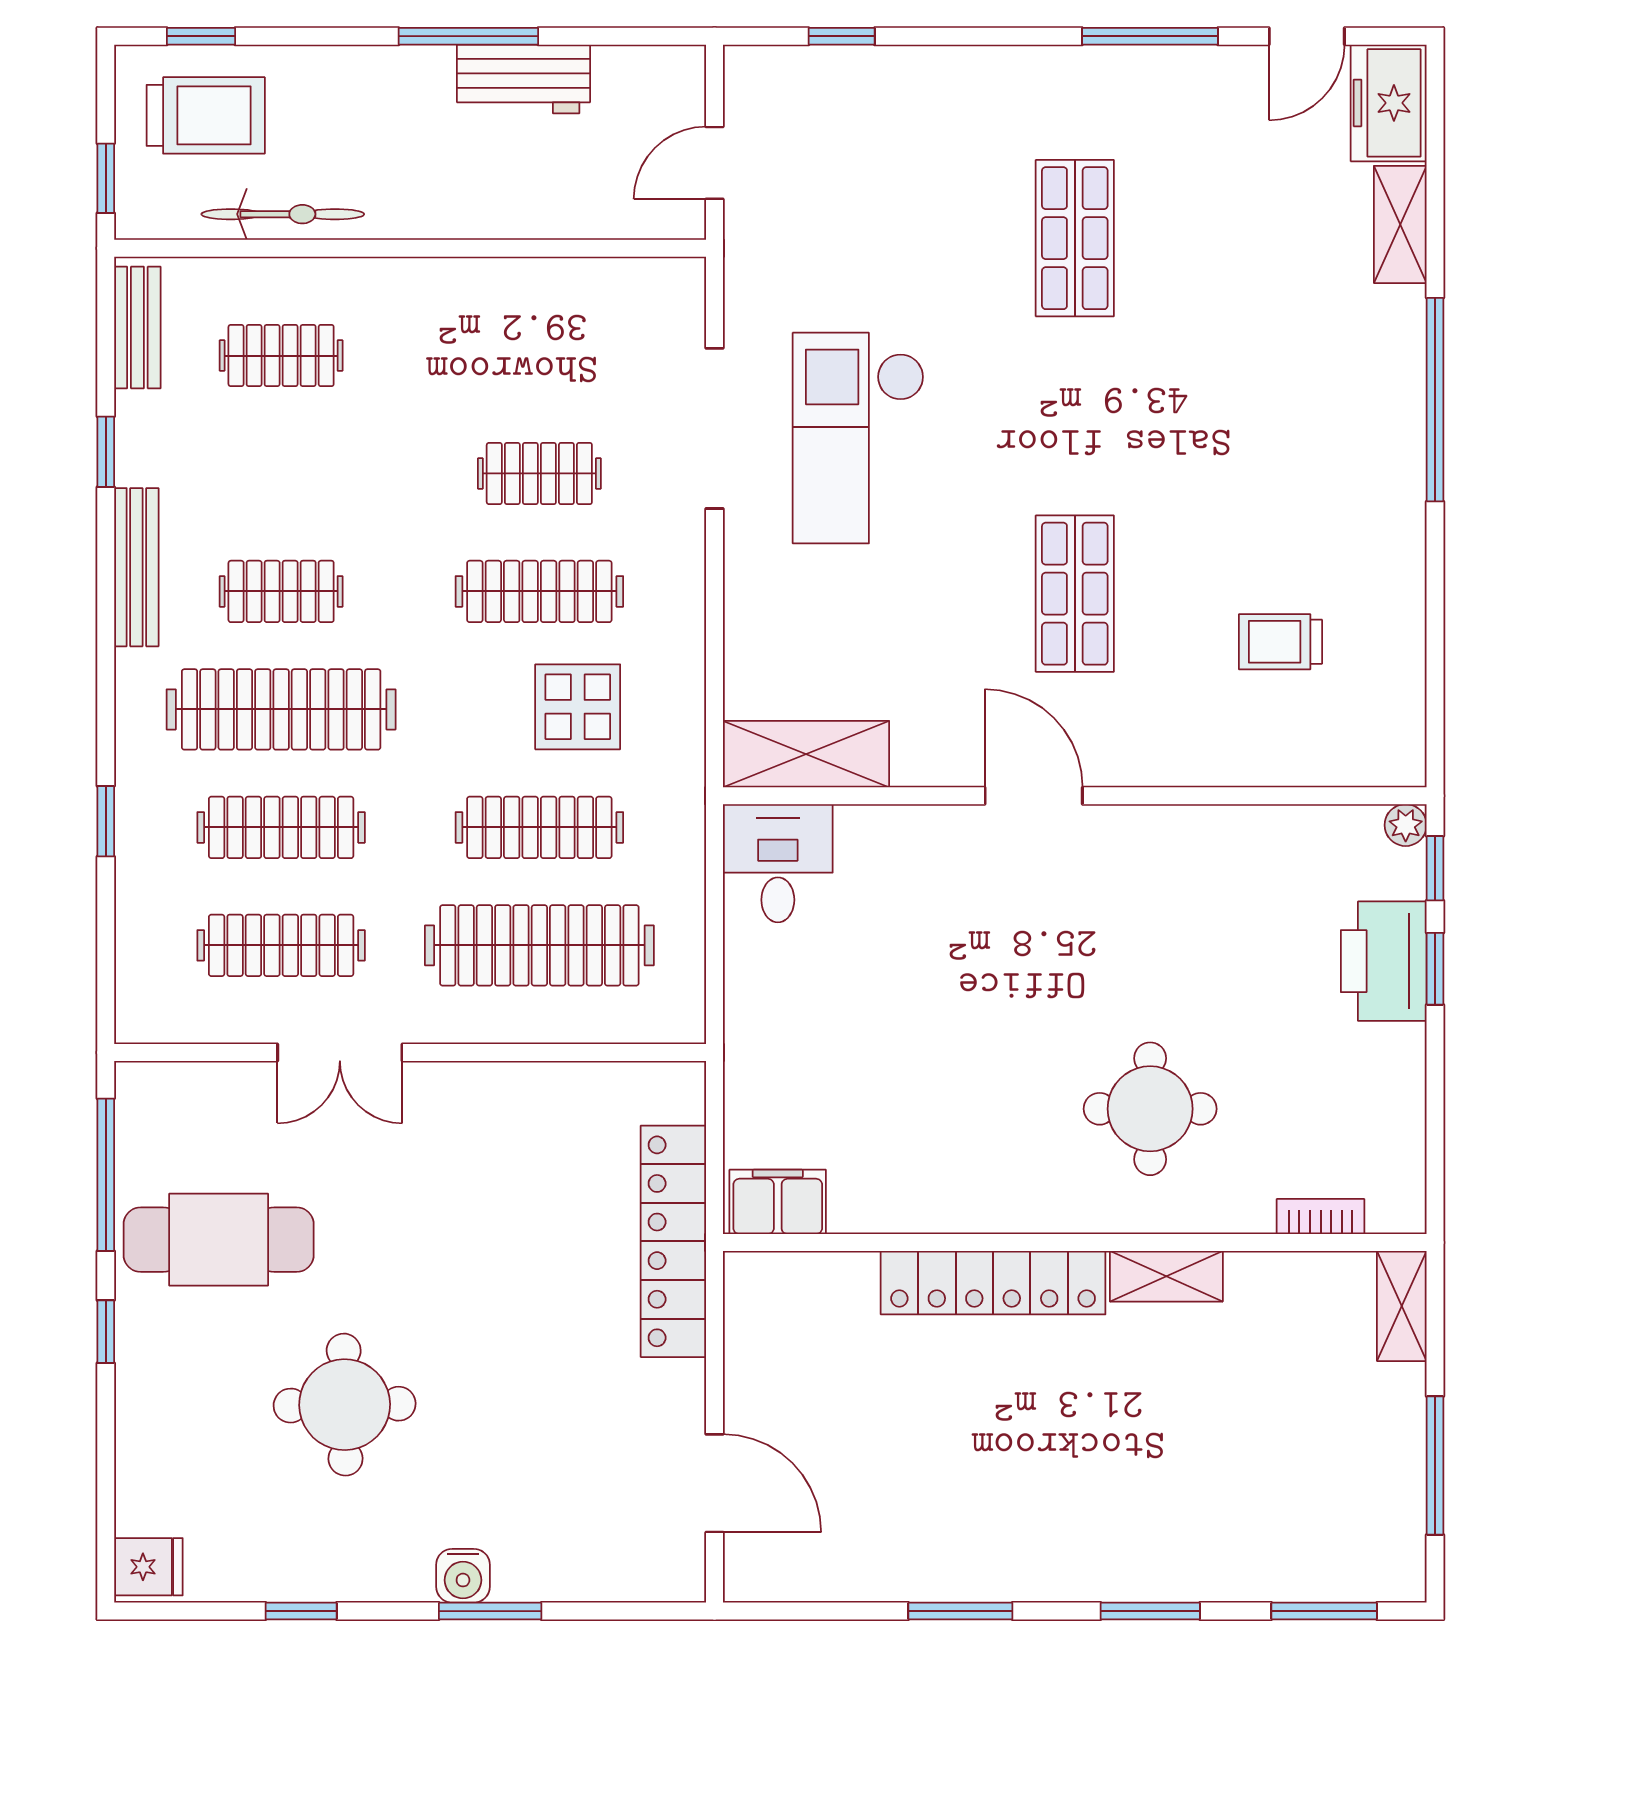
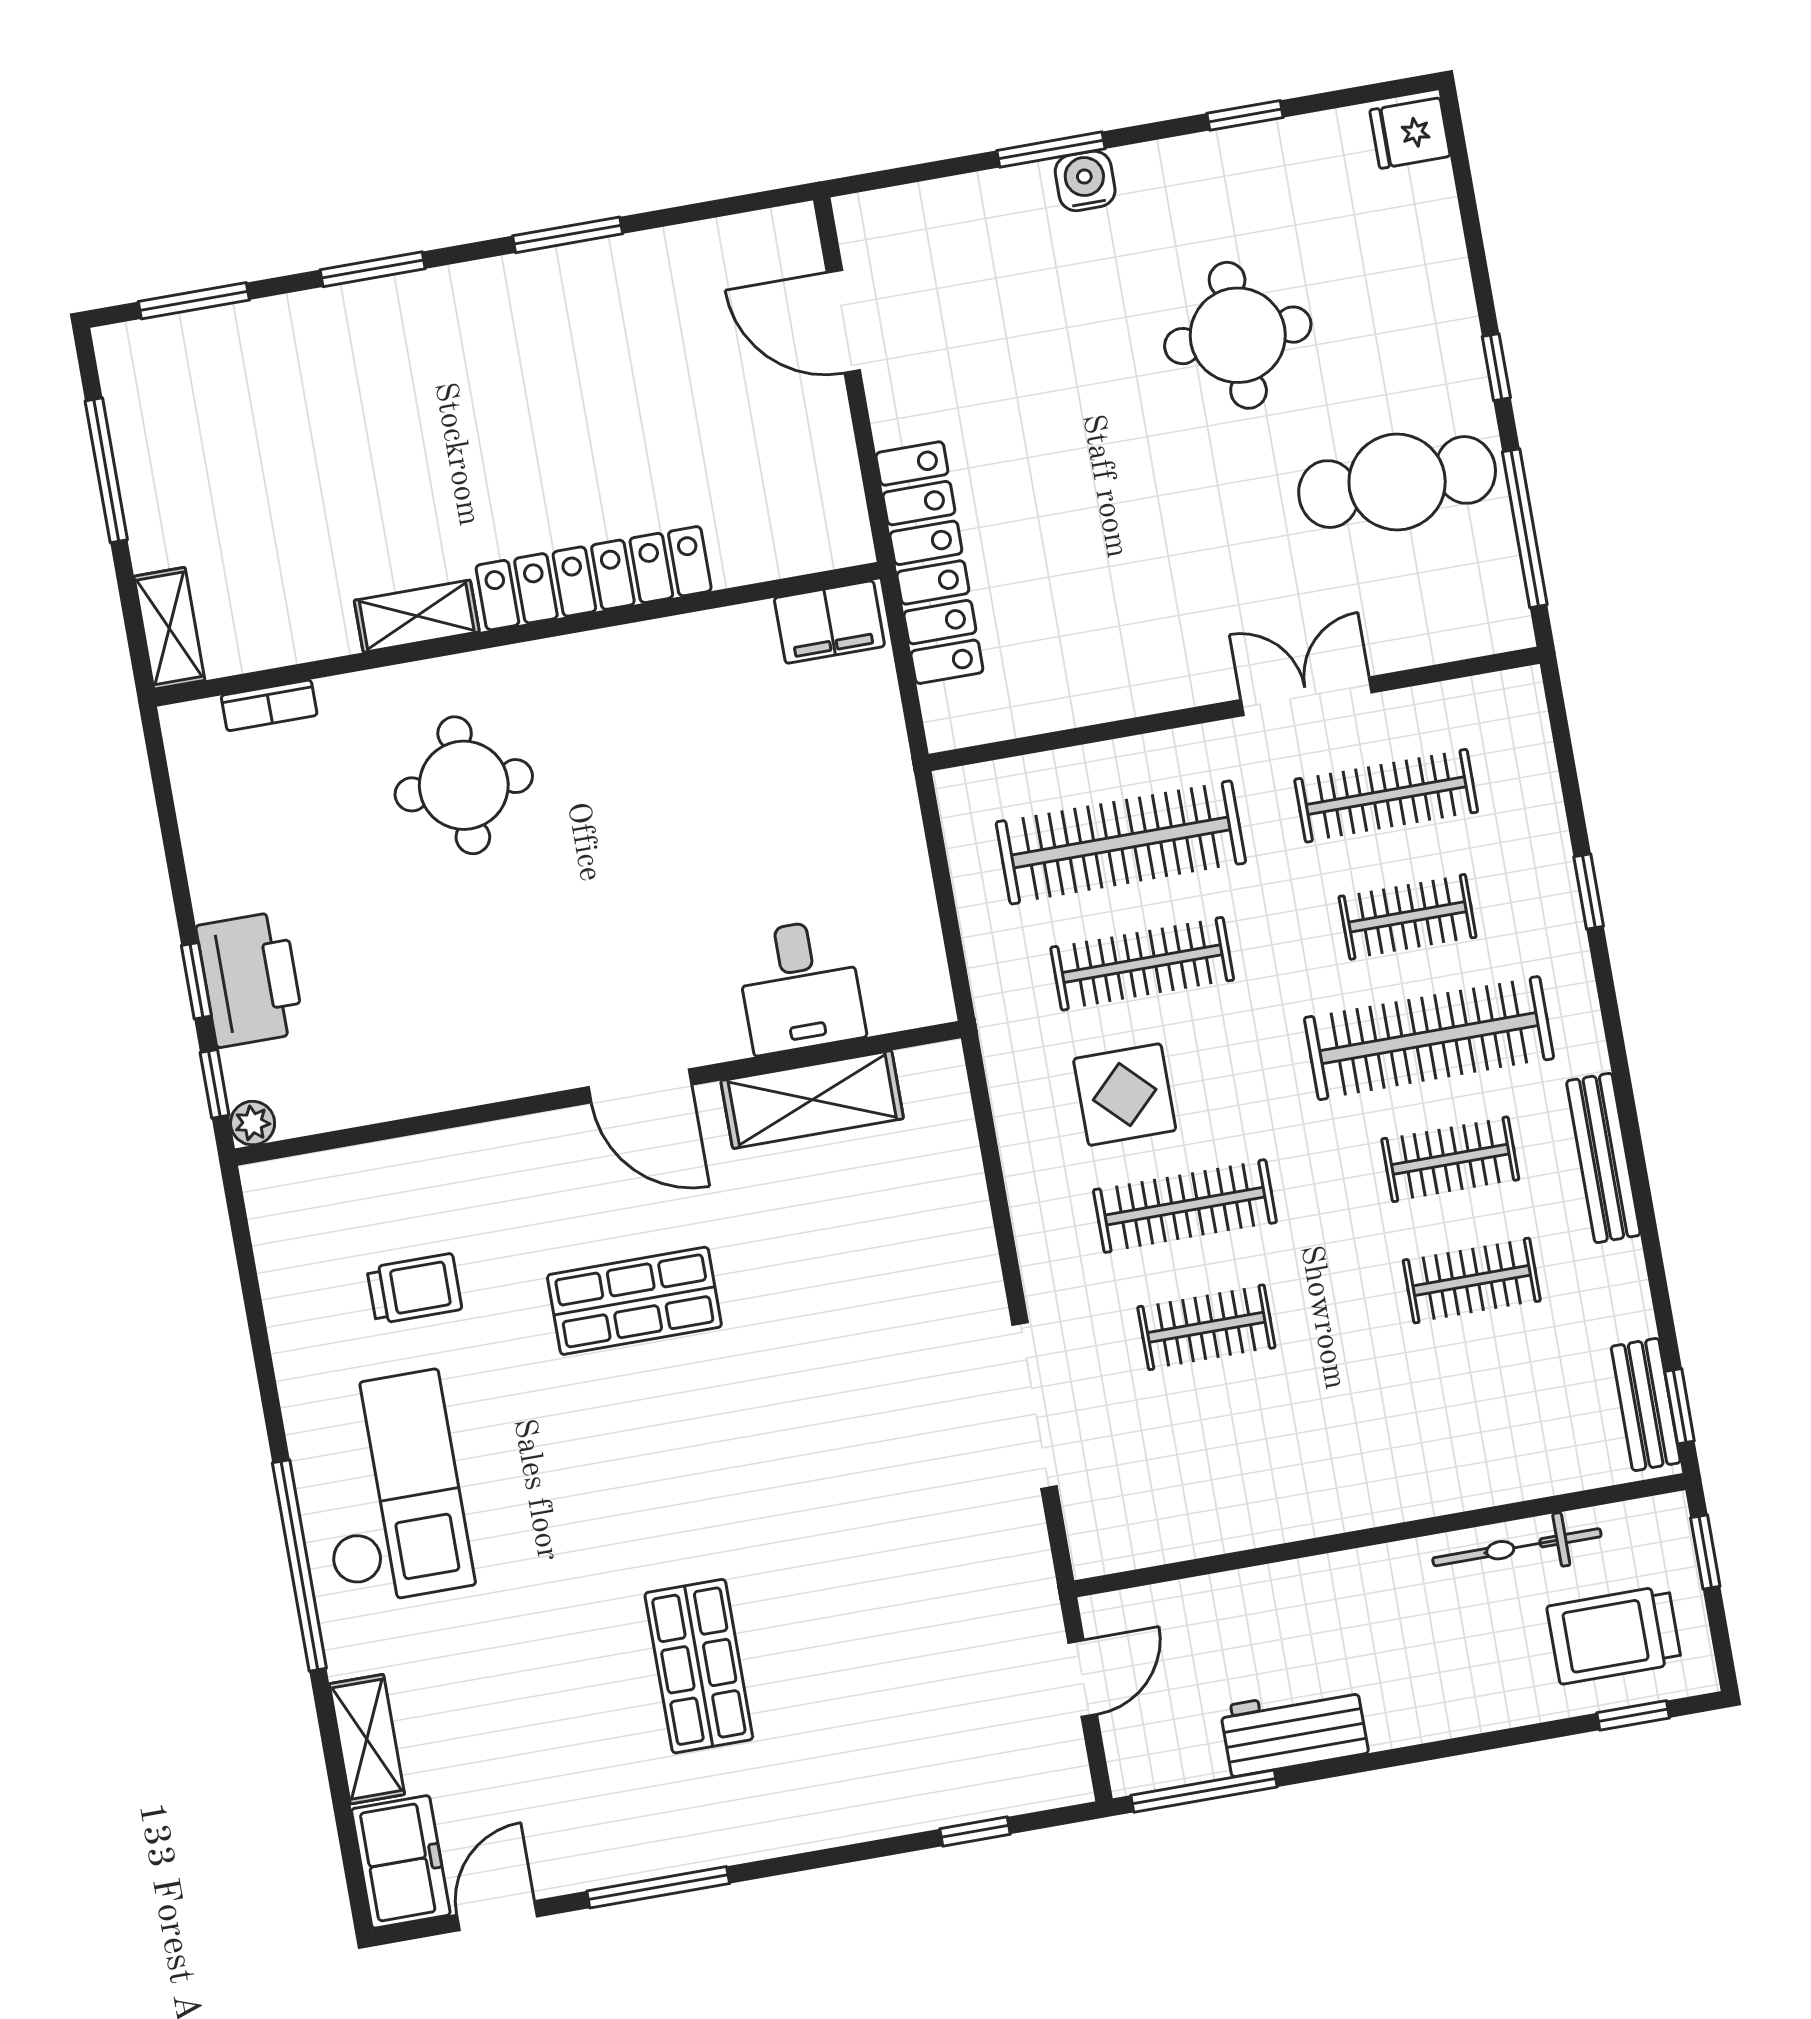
window: (468, 36) -> (1204, 1791), moved
clothes rail: (281, 356) -> (1472, 1281), moved
checkout: (858, 438) -> (389, 1488), moved
window: (106, 452) -> (1680, 1406), moved
shop shelf: (1075, 594) -> (634, 1301), turned 90
shelving: (806, 754) -> (812, 1100), moved
clothes rail: (281, 827) -> (1408, 917), width x0.73
desk: (778, 863) -> (800, 986), moved

